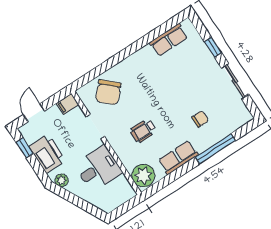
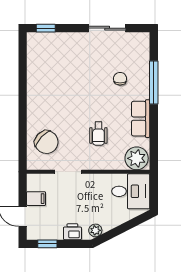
row of seats: (169, 40) -> (35, 62), removed
window: (213, 47) -> (46, 28), moved
filing cabinet: (68, 104) -> (36, 199), moved, turned -90
printer: (47, 154) -> (72, 232), width x0.53, depth x0.68
desk: (98, 168) -> (131, 191), moved, turned 90

